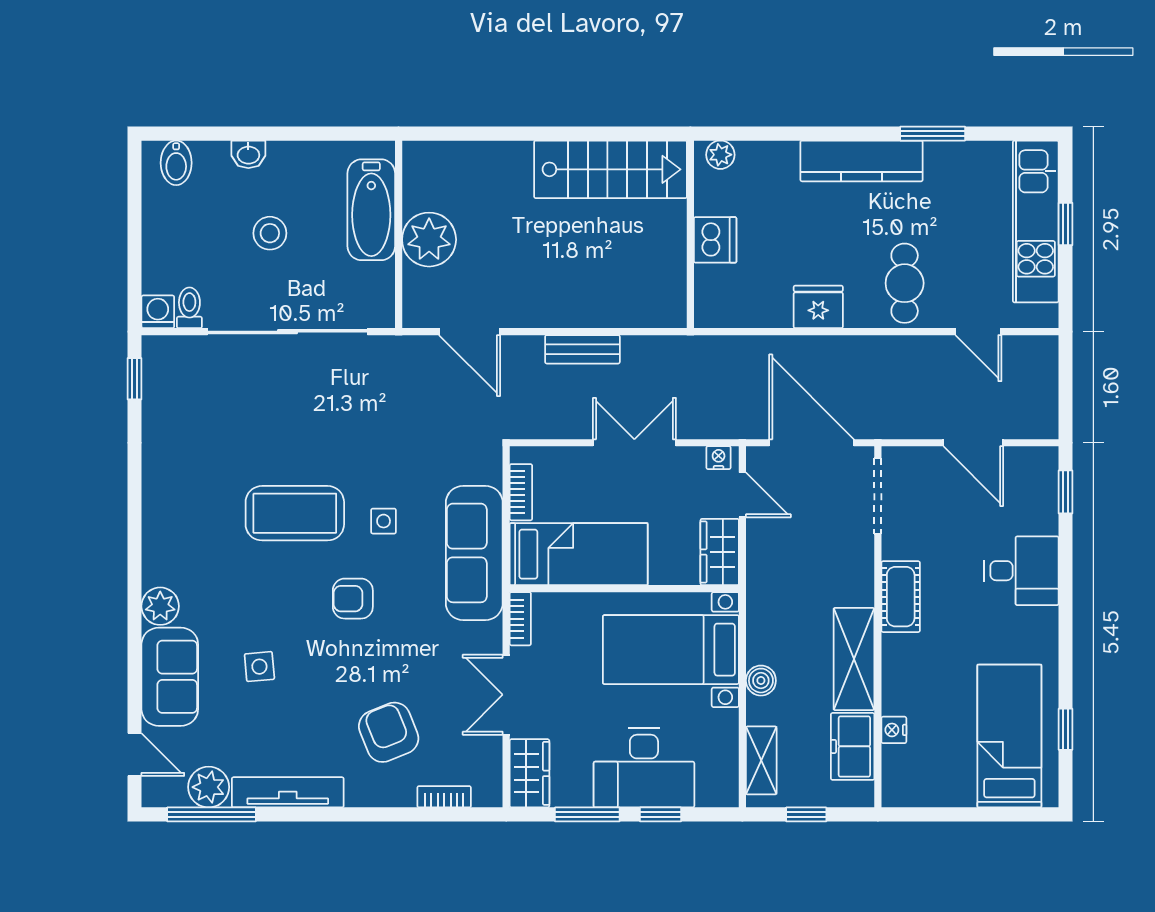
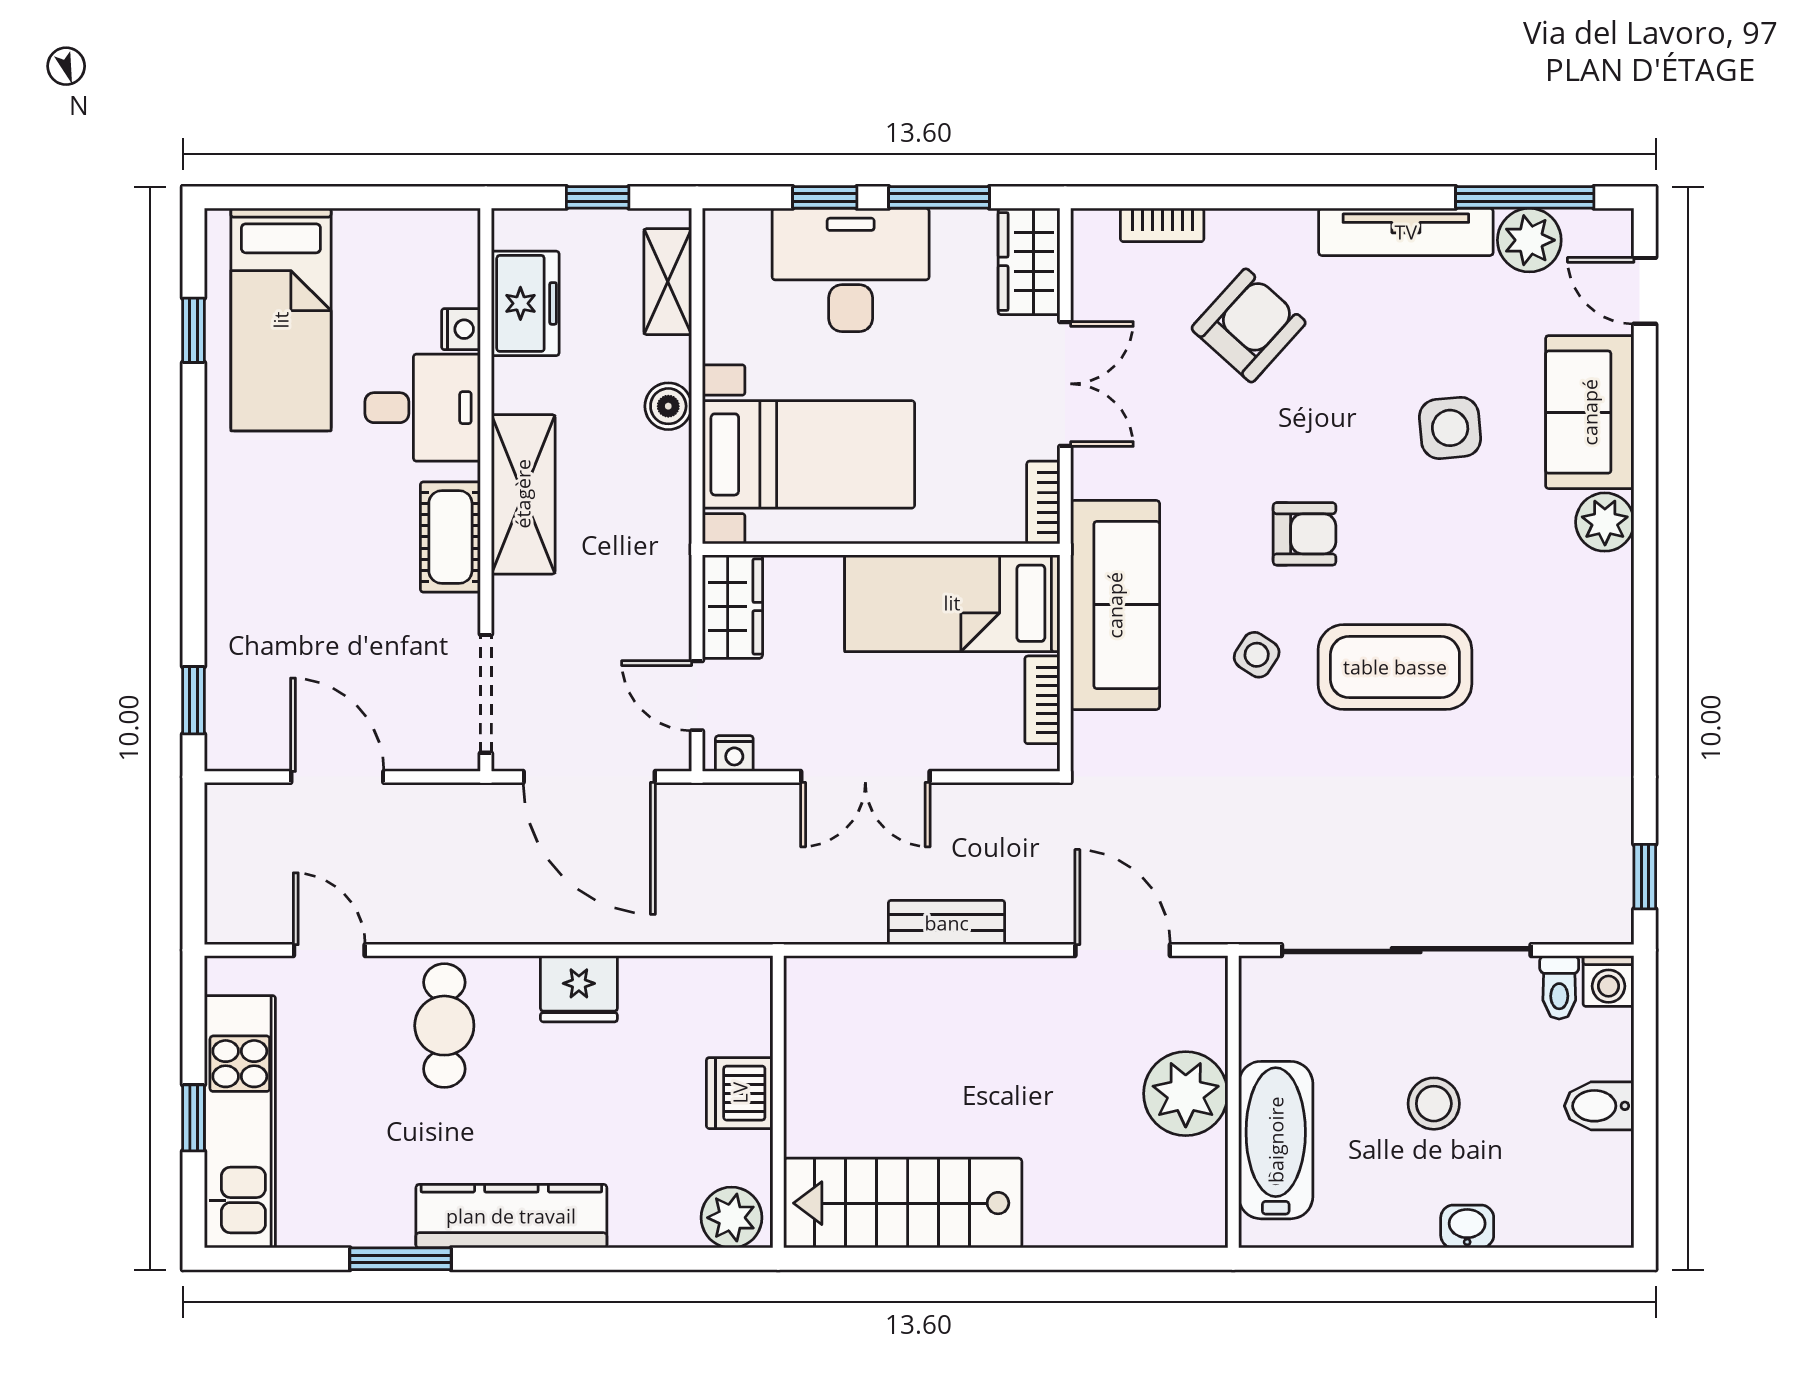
plant: (720, 155) -> (731, 1218), width x1.38, depth x1.38
bidet: (176, 163) -> (1599, 1106), moved, turned -90
side table: (384, 521) -> (1257, 655), turned 33
desk: (1021, 571) -> (423, 408), moved, turned 180
shelving: (854, 659) -> (523, 494), moved
side table: (259, 667) -> (1450, 428), width x1.37, depth x1.37
armchair: (389, 732) -> (1249, 325), turned -116

